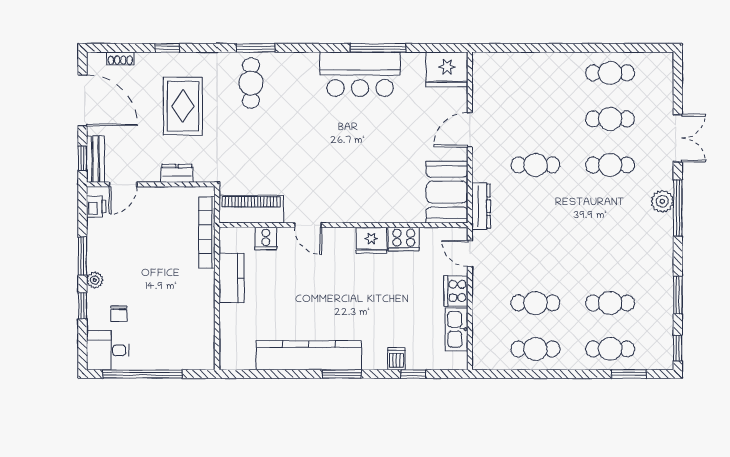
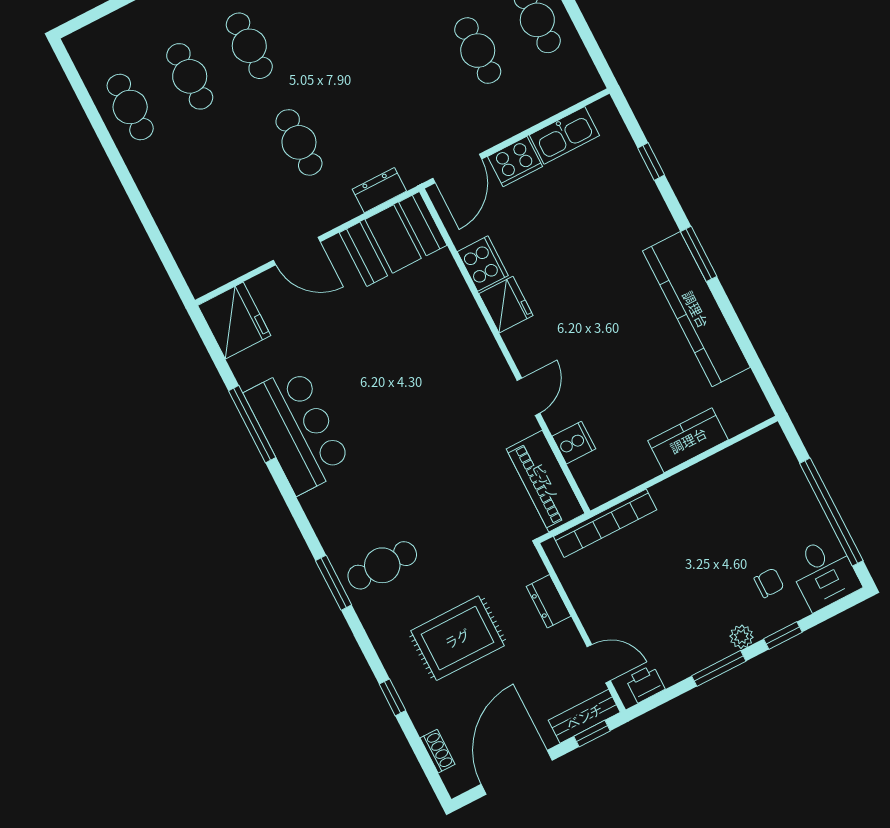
dresser: (481, 206) -> (379, 190), width x0.70
door: (470, 253) -> (457, 169), width x1.38
kitchen counter: (231, 278) -> (688, 440), moved
dishwasher: (397, 359) -> (642, 193), removed

